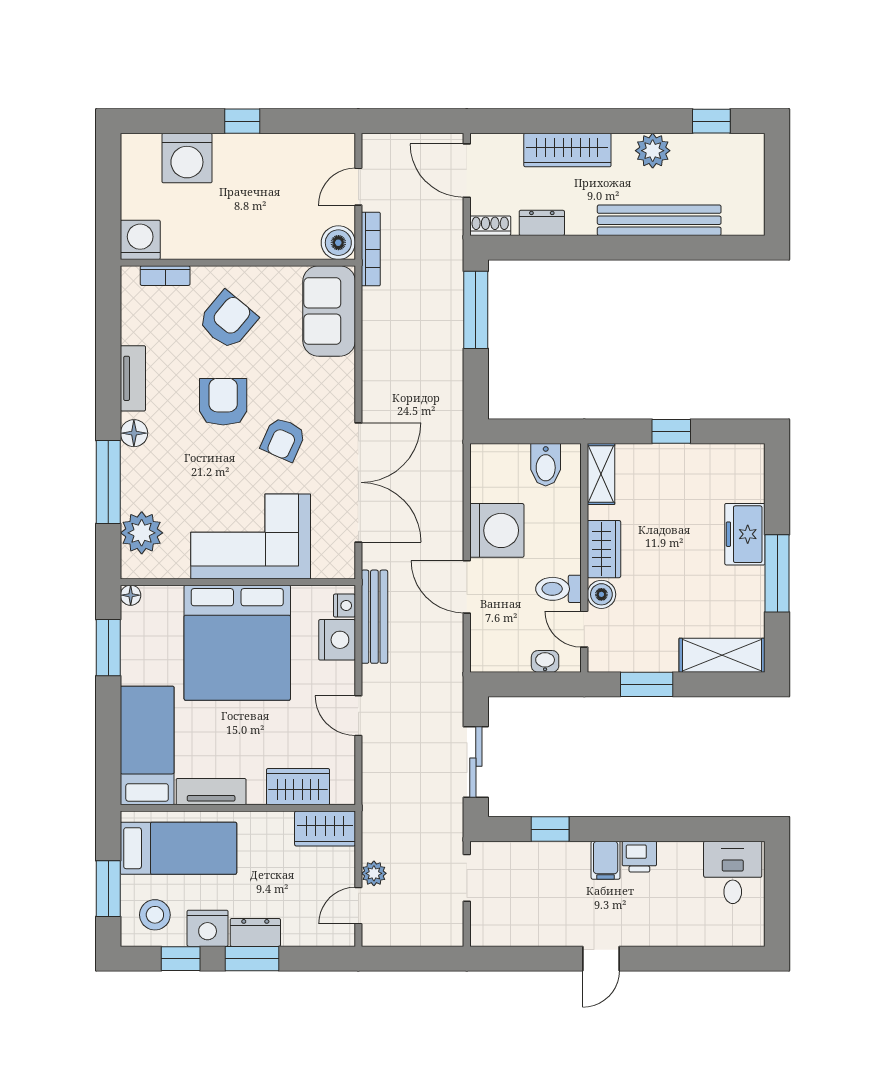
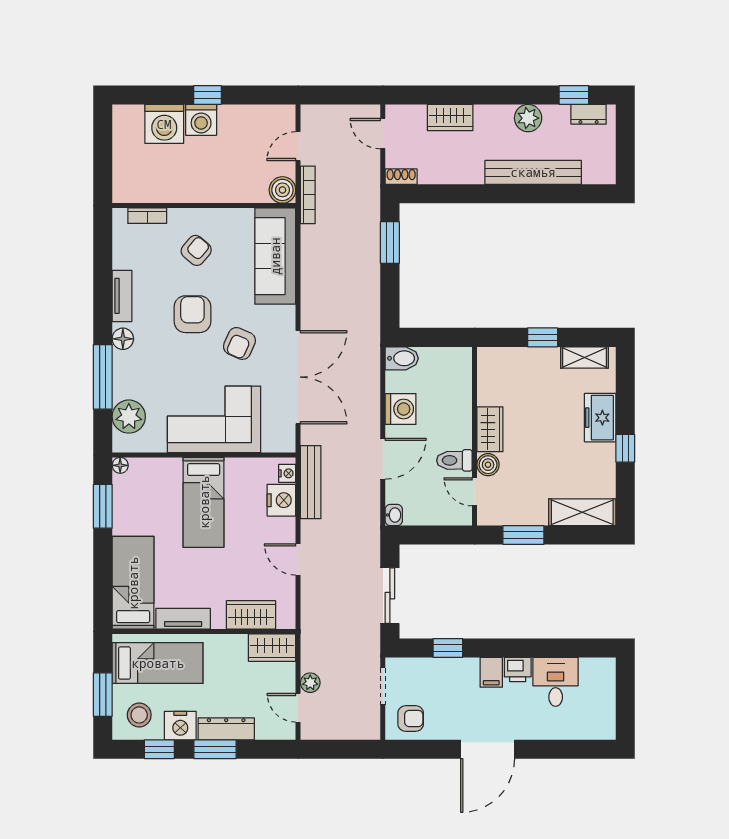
wardrobe: (567, 150) -> (450, 118), width x0.67
door: (467, 171) -> (383, 134), width x0.73
dresser: (542, 223) -> (589, 114), moved, turned 180
washing machine: (140, 240) -> (201, 120), moved, turned 180
window: (476, 310) -> (390, 242), width x0.69
sofa: (329, 311) -> (275, 256), width x1.36
armchair: (228, 320) -> (196, 250), width x0.72, depth x0.72
bidet: (546, 465) -> (402, 358), moved, turned -90
shelving: (601, 474) -> (584, 357), moved, turned 90
washing machine: (497, 530) -> (401, 409), width x0.73, depth x0.73
window: (777, 573) -> (625, 448), width x0.46
door: (467, 587) -> (383, 459), swing flipped
bed: (237, 643) -> (204, 502), width x0.49
washbasin: (545, 661) -> (394, 515), moved, turned 90
desk: (733, 872) -> (556, 682), moved
door: (358, 906) -> (298, 708), hinge flipped
armchair: (502, 919) -> (411, 718), added
dresser: (255, 932) -> (226, 729), width x1.44
door: (601, 959) -> (488, 749), width x1.87

